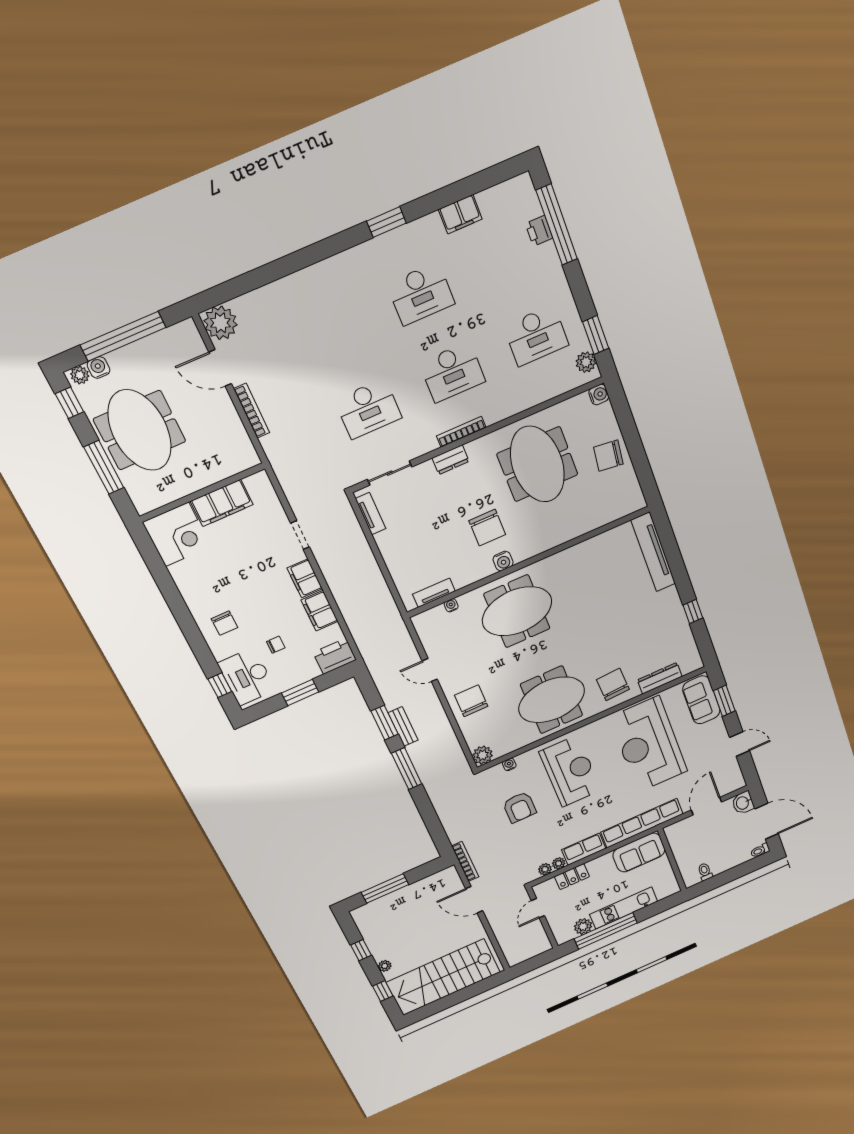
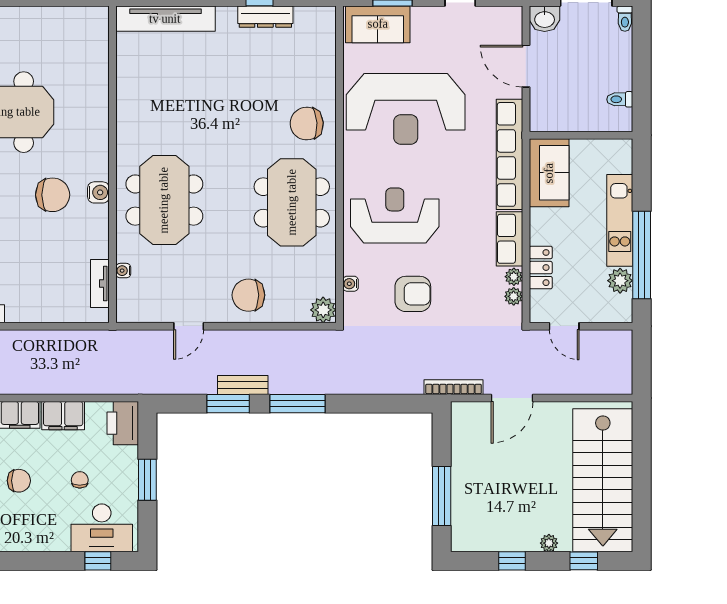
chair: (608, 456) -> (32, 30), removed
chair: (224, 623) -> (19, 481), moved
dresser: (660, 678) -> (265, 17), moved, turned -90

